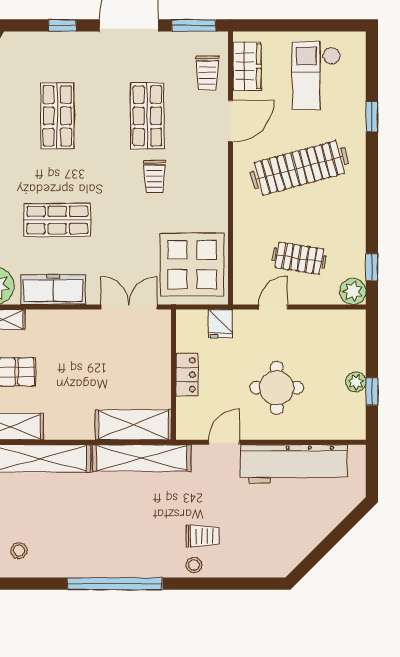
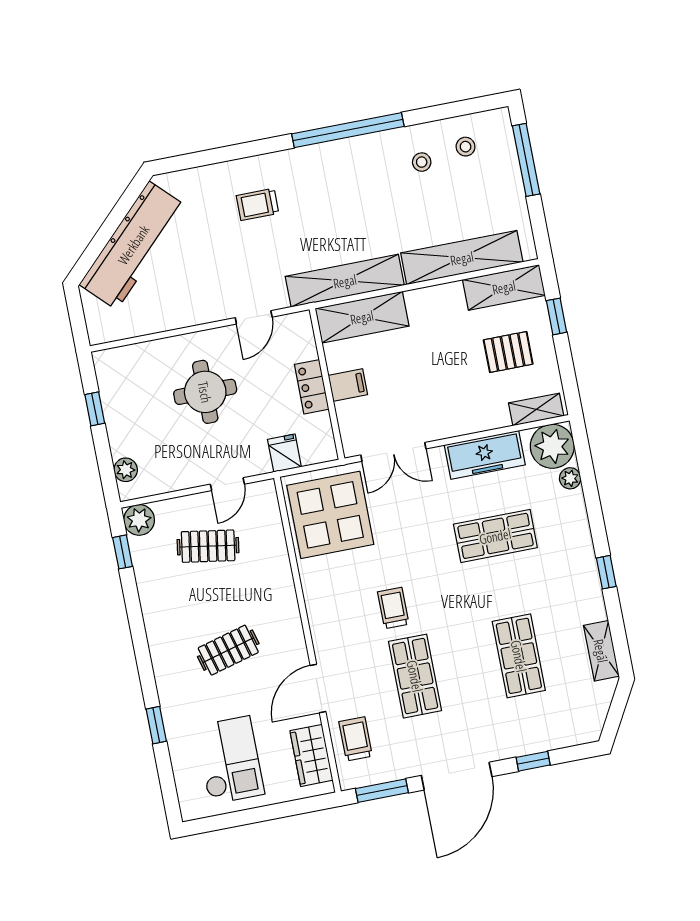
clothes rail: (299, 168) -> (228, 650), width x0.54, depth x0.76
filing cabinet: (156, 370) -> (348, 385), added
plant: (356, 382) -> (126, 470), moved
workbench: (294, 464) -> (133, 245), moved, turned 135
stool: (194, 565) -> (422, 162), moved

